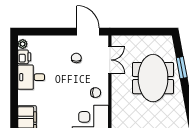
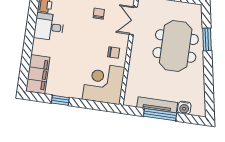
double door: (110, 60) -> (133, 21), swing flipped

